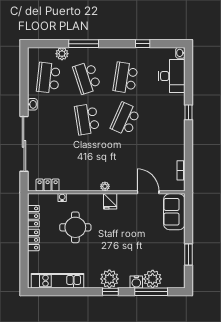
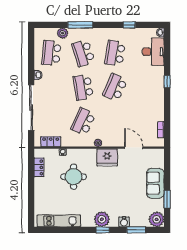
school desk: (87, 161) -> (83, 122), added
fridge: (110, 201) -> (107, 157), width x1.88, depth x1.34
sofa: (174, 212) -> (155, 183), moved
locker: (33, 240) -> (39, 187), removed
plant: (153, 279) -> (157, 219), moved
window: (151, 292) -> (136, 230), width x0.69

